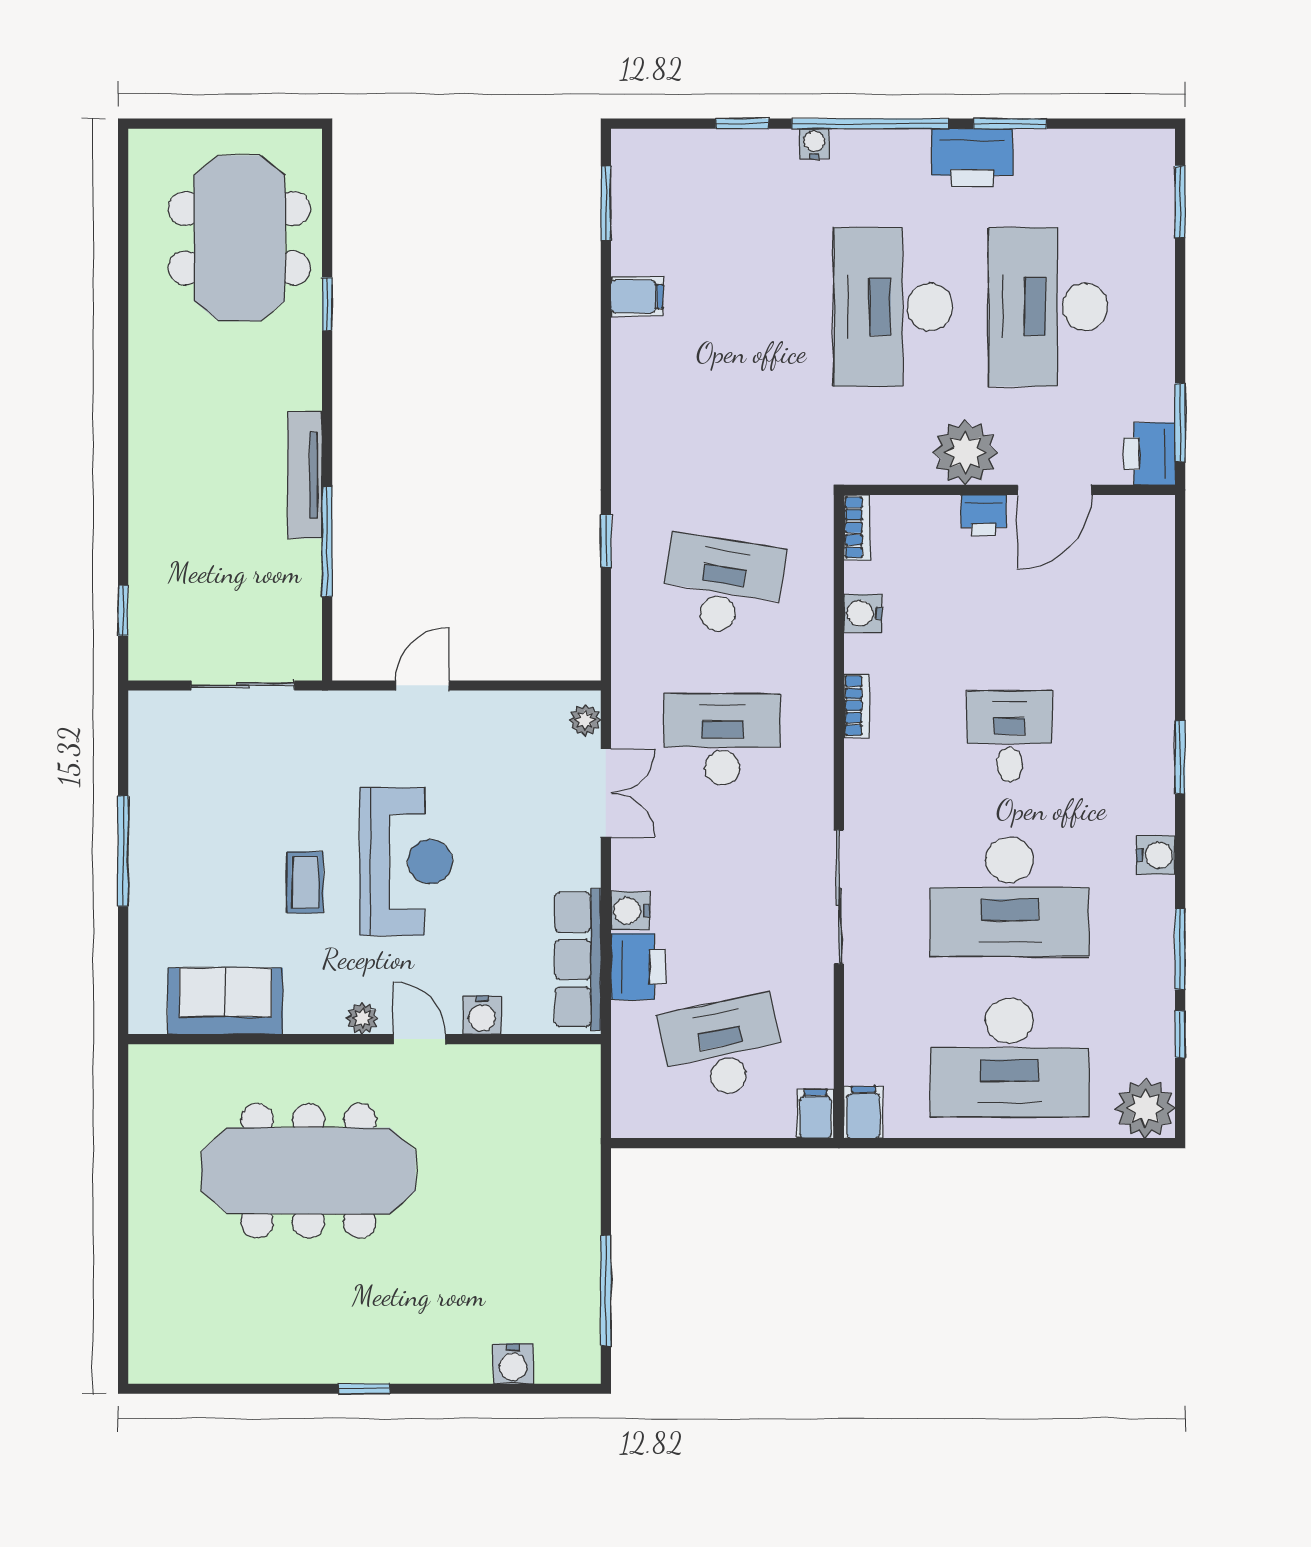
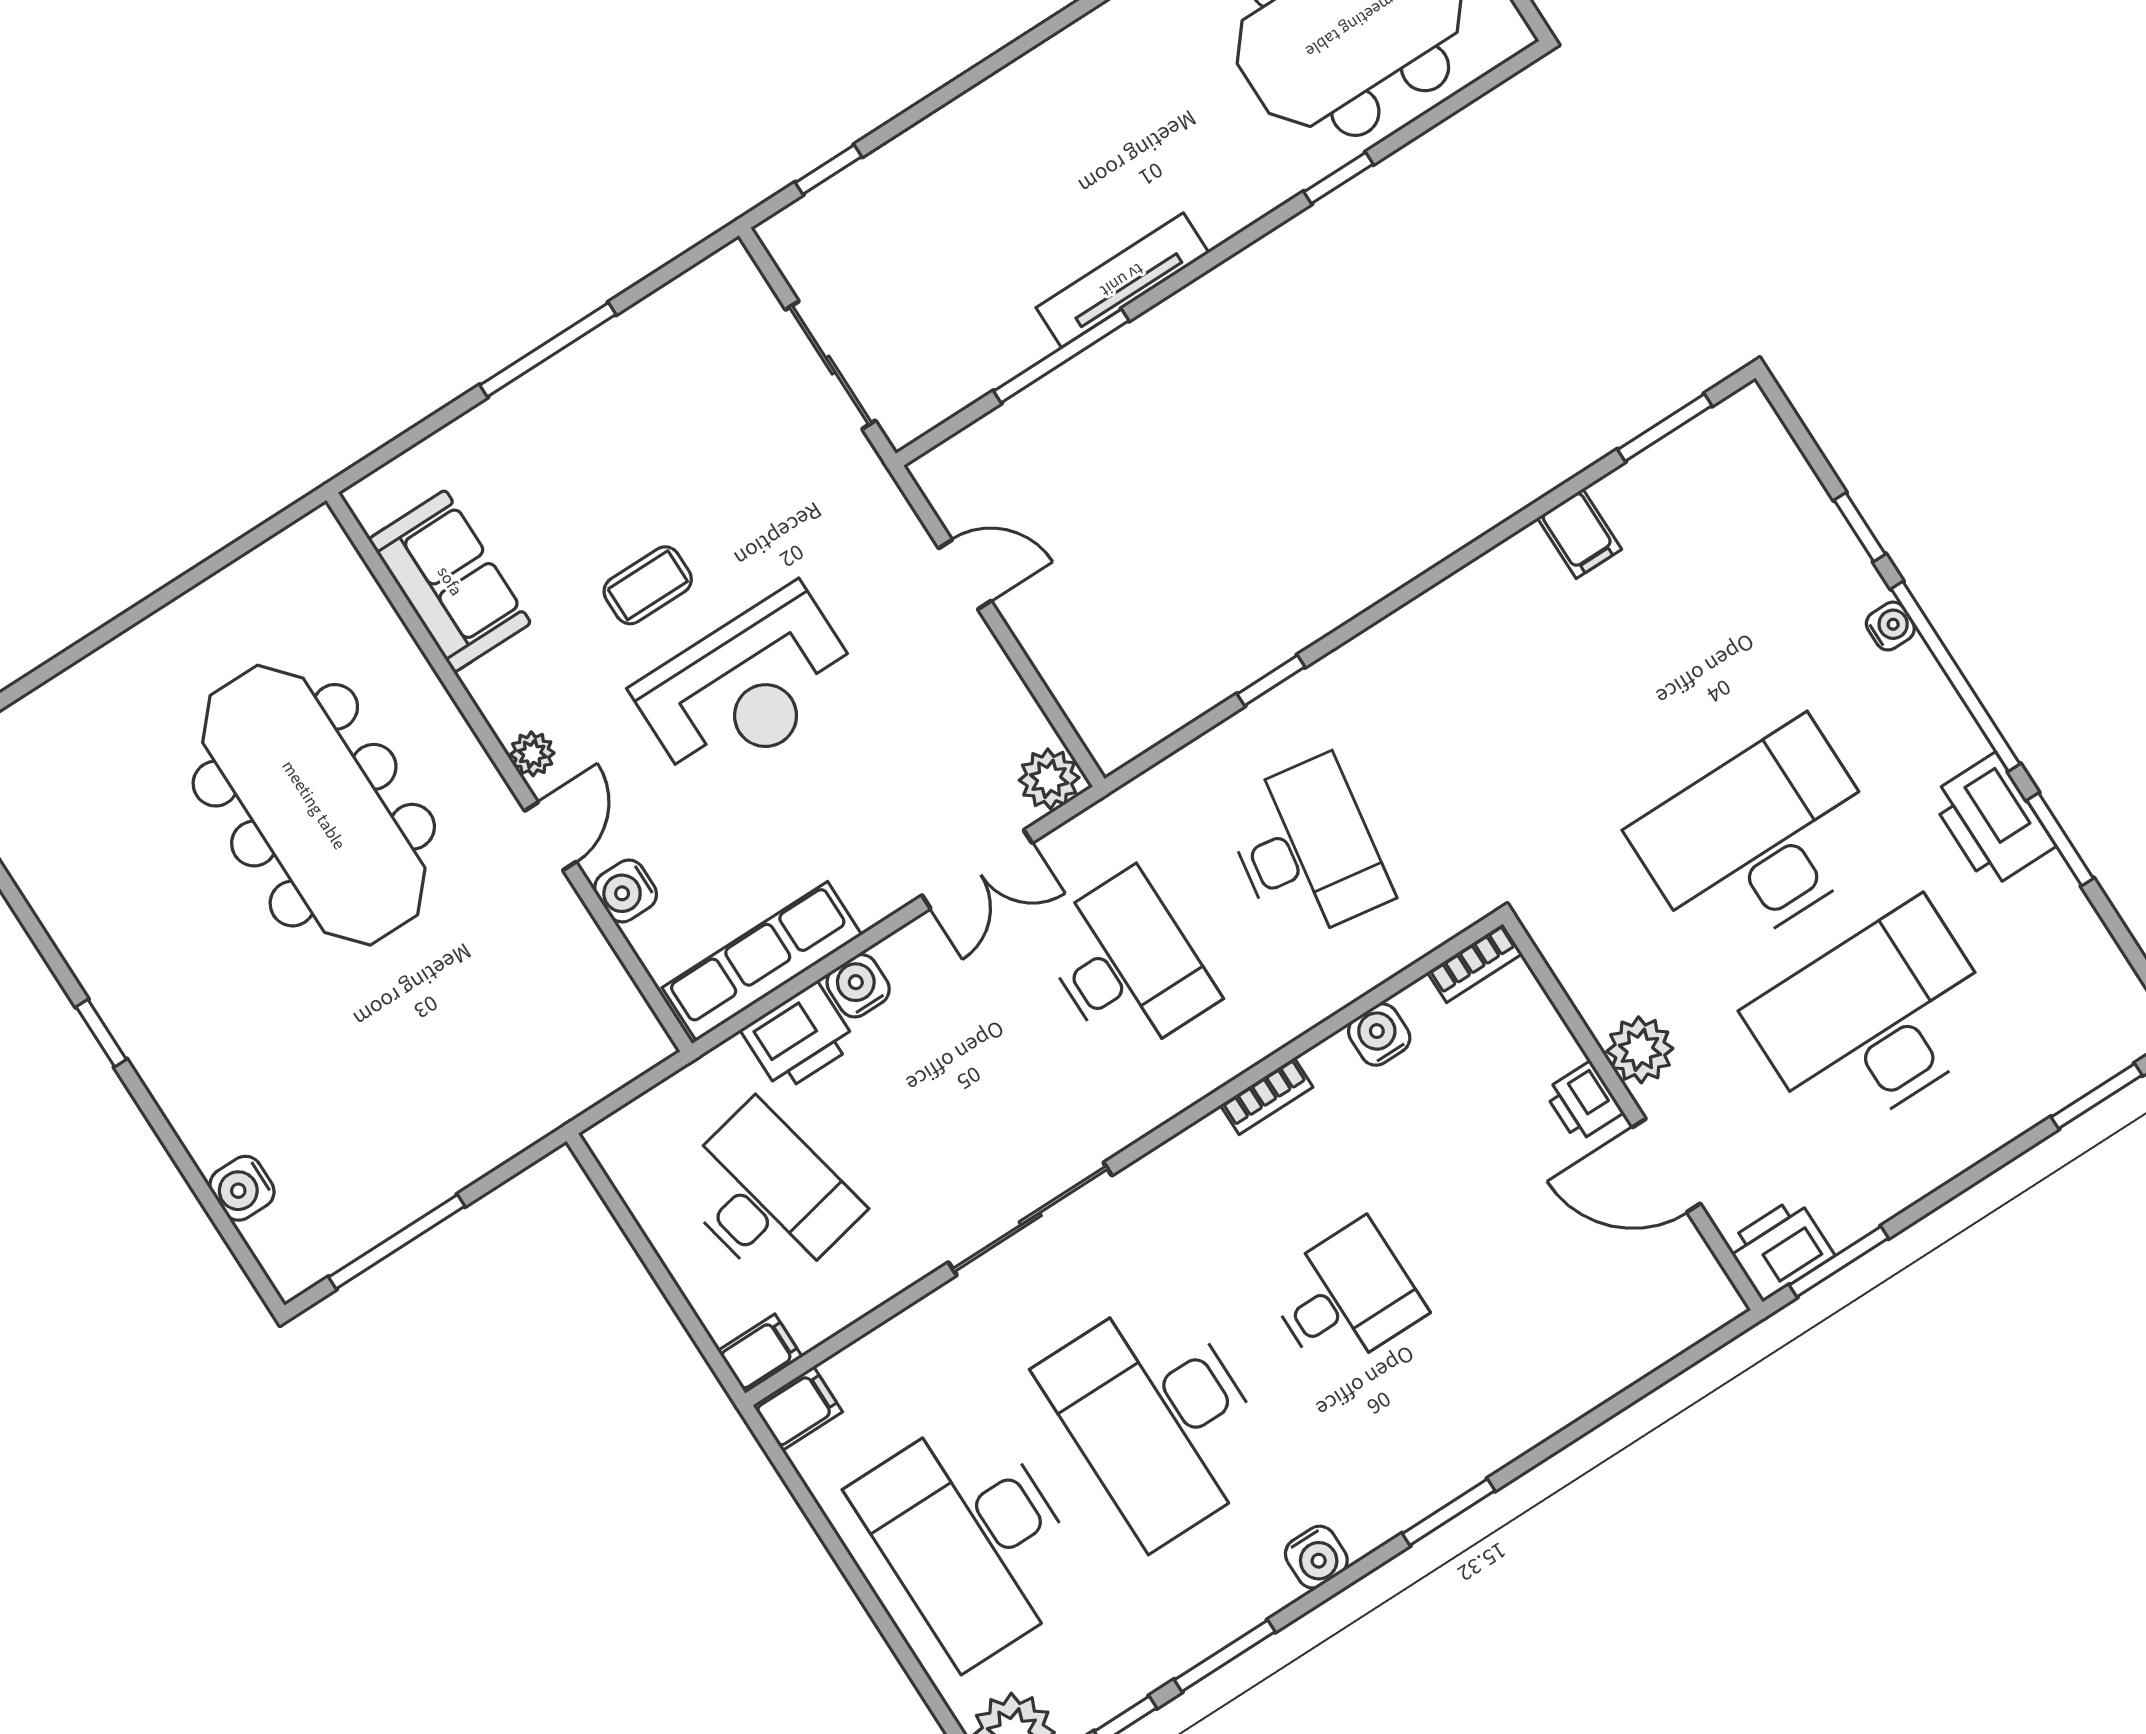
plant: (965, 452) -> (1640, 1050), width x0.73, depth x0.73
plant: (585, 720) -> (1049, 779), width x1.38, depth x1.38

